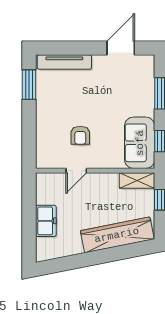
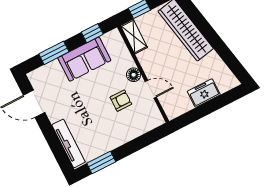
sofa: (140, 143) -> (84, 59), moved
floor lamp: (99, 161) -> (134, 75), added

